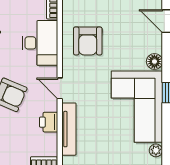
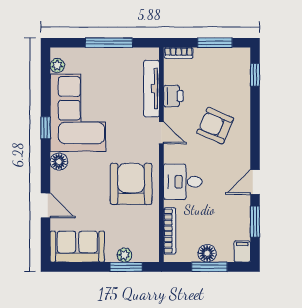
armchair: (88, 41) -> (131, 184), width x1.36, depth x1.36
desk: (40, 43) -> (183, 182), width x0.73

